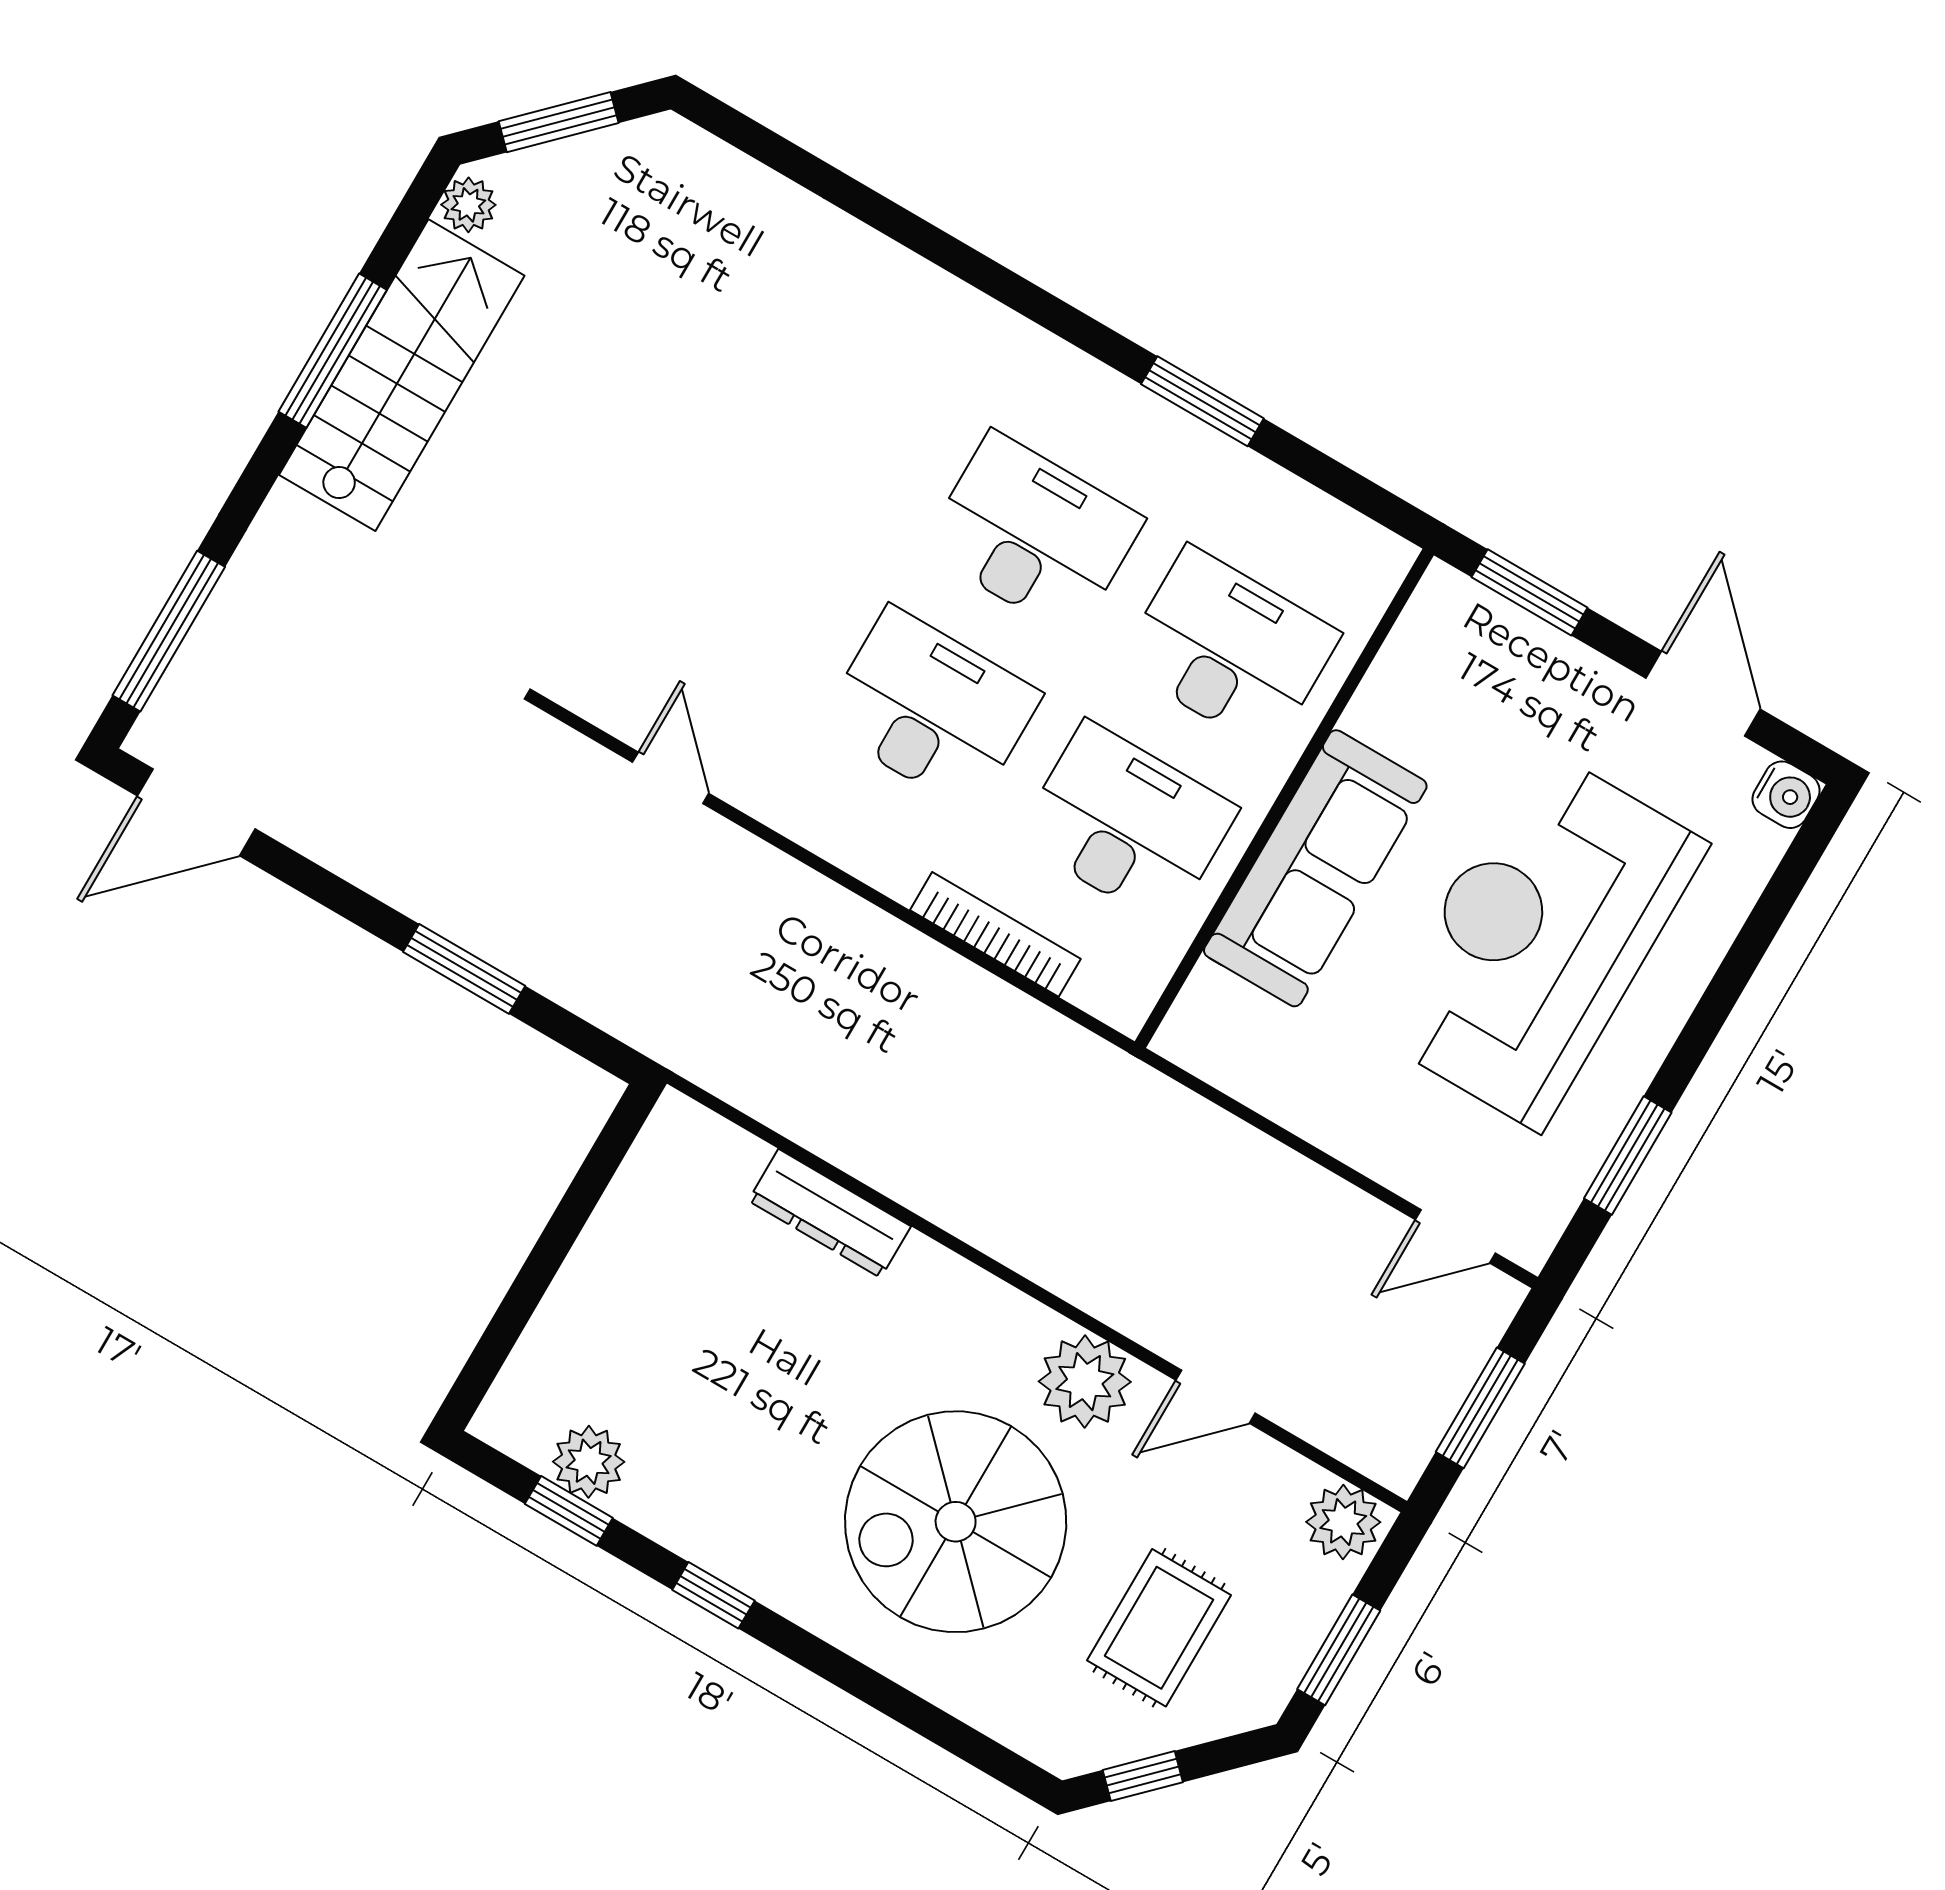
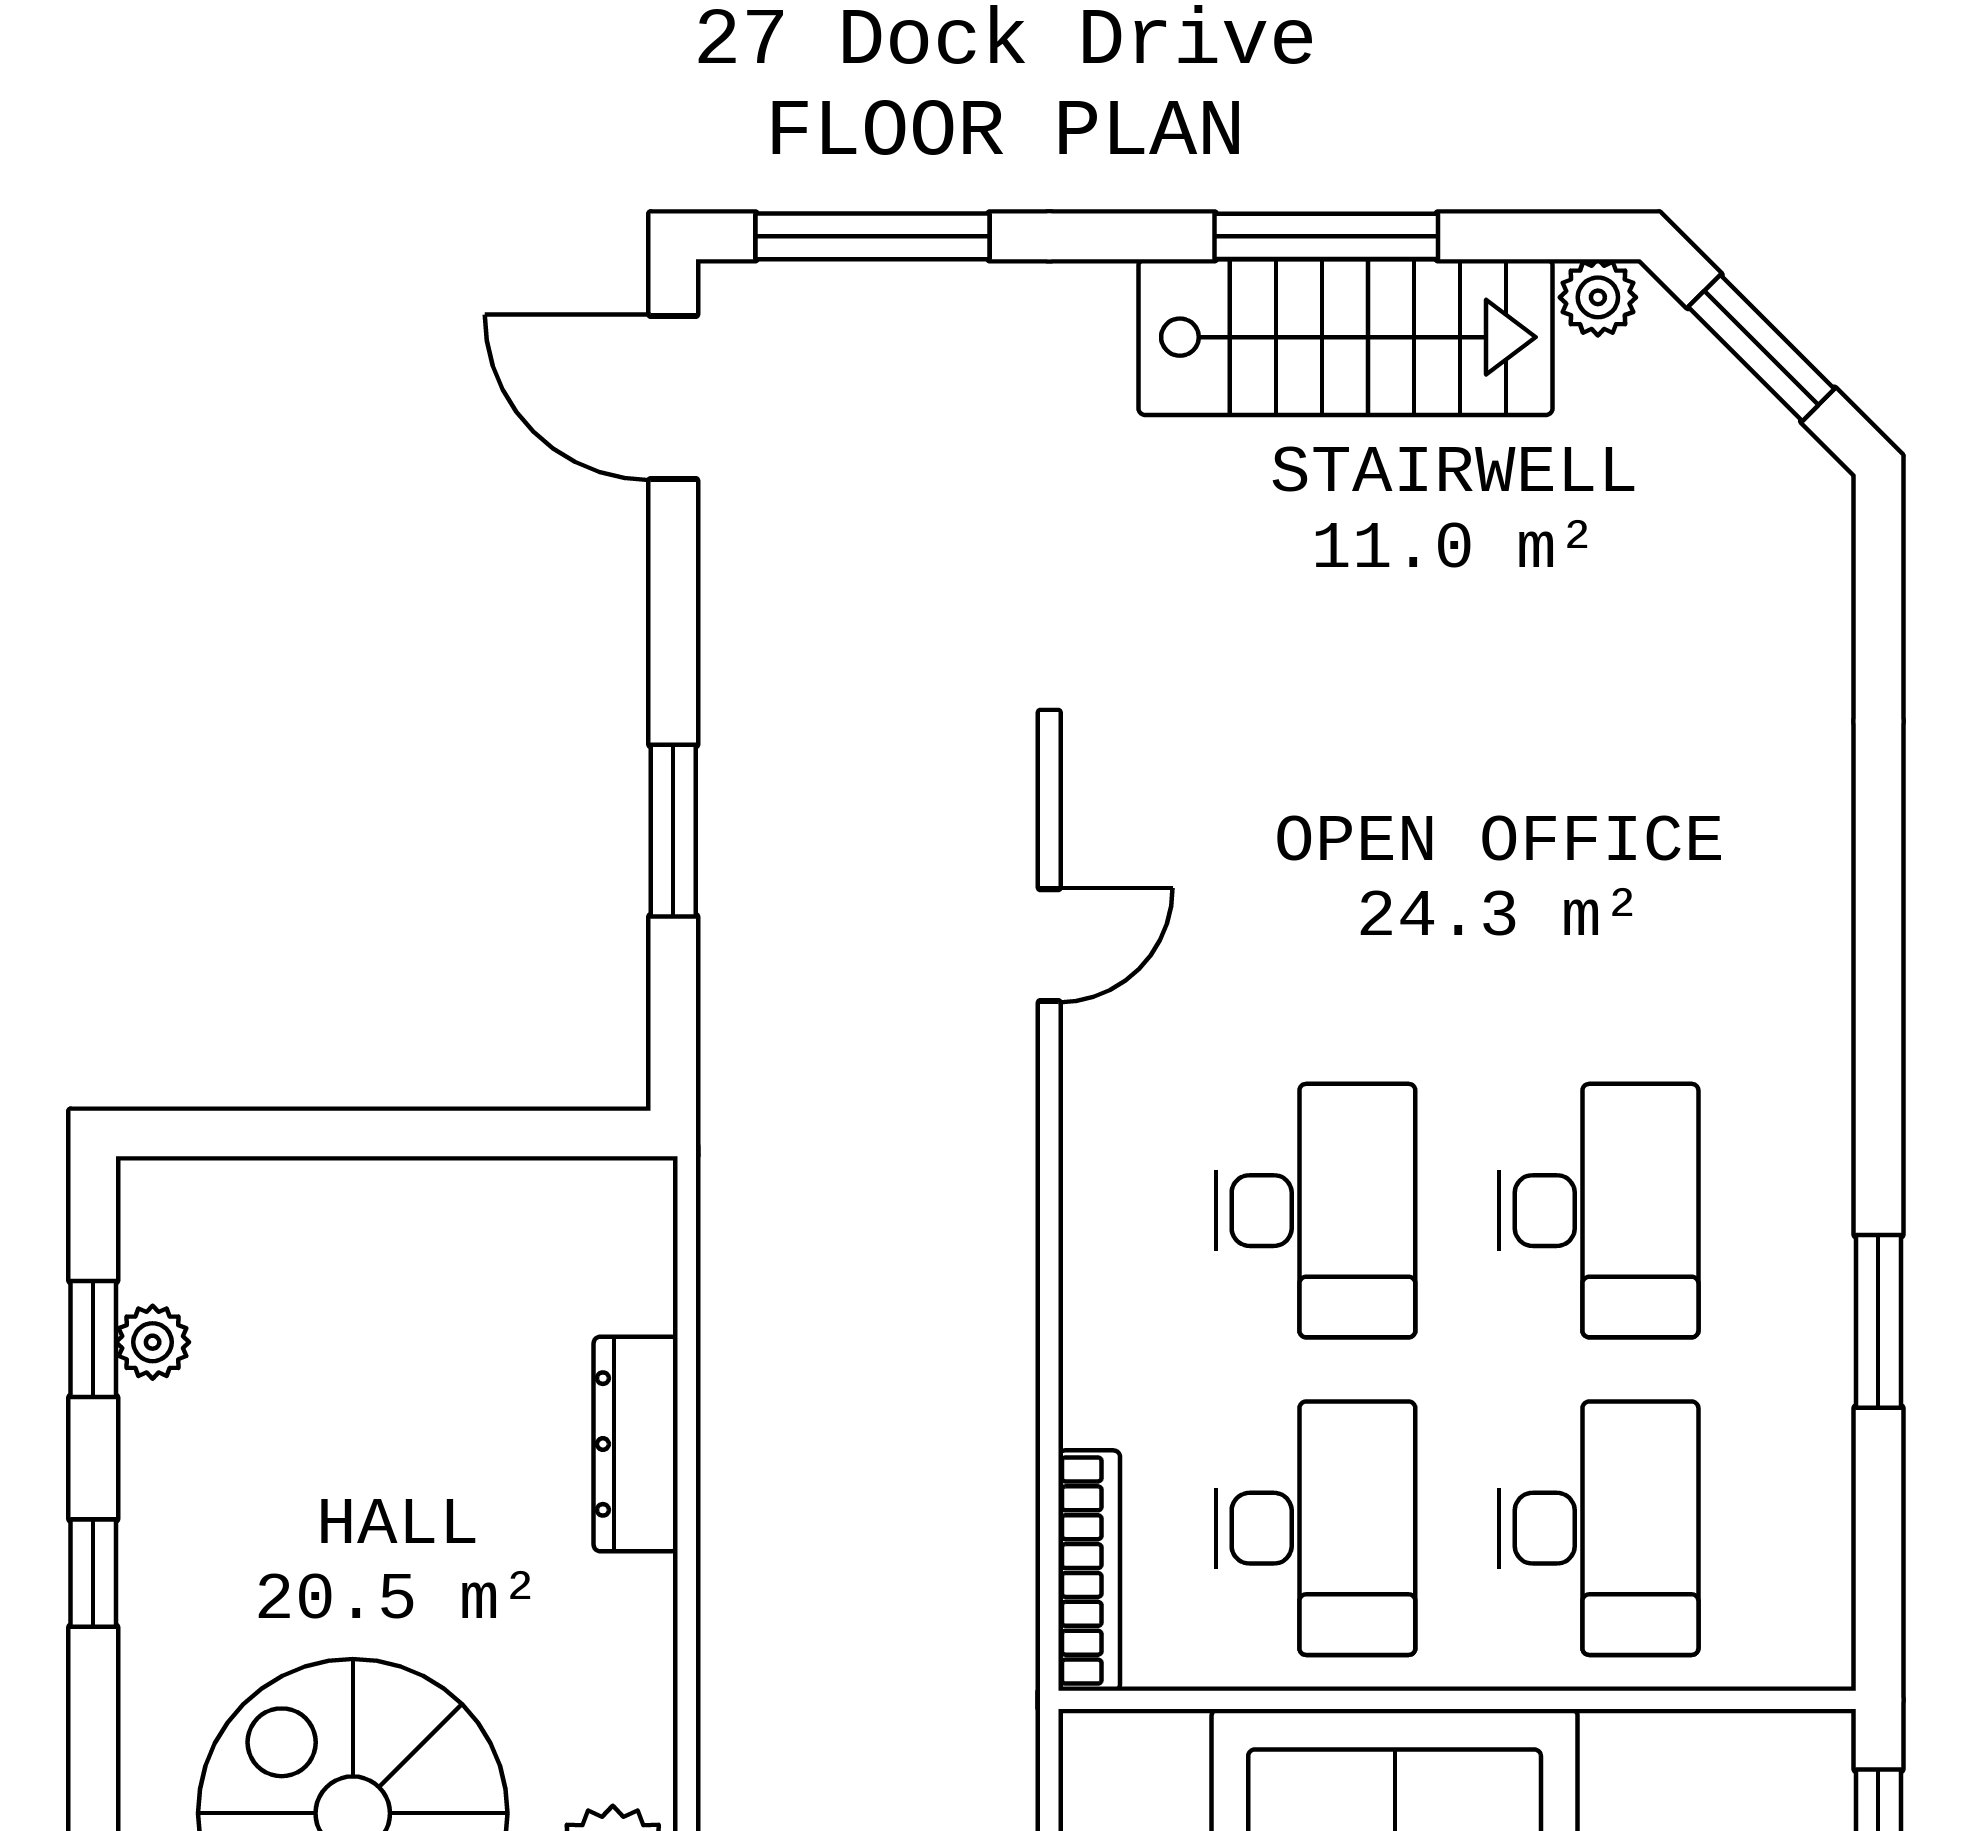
bookcase: (995, 934) -> (1089, 1571), moved
plant: (589, 1462) -> (153, 1342), width x0.73, depth x0.73

